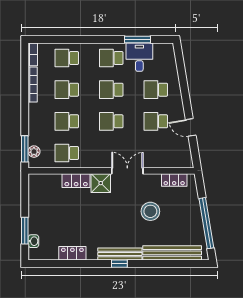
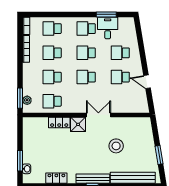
locker: (174, 180) -> (134, 122), removed
window: (206, 223) -> (159, 155), width x0.47

